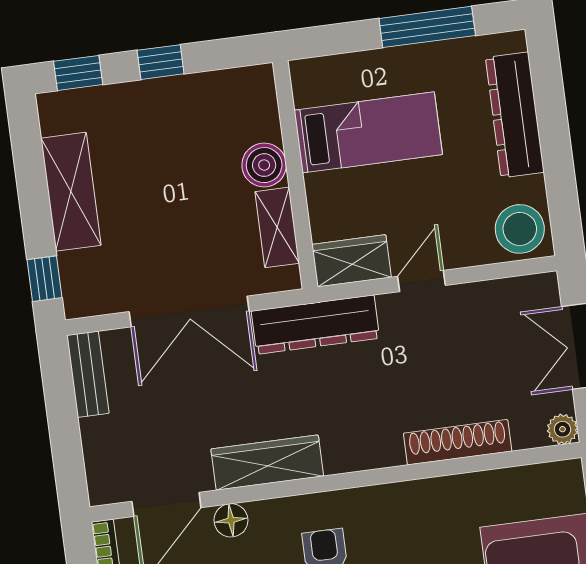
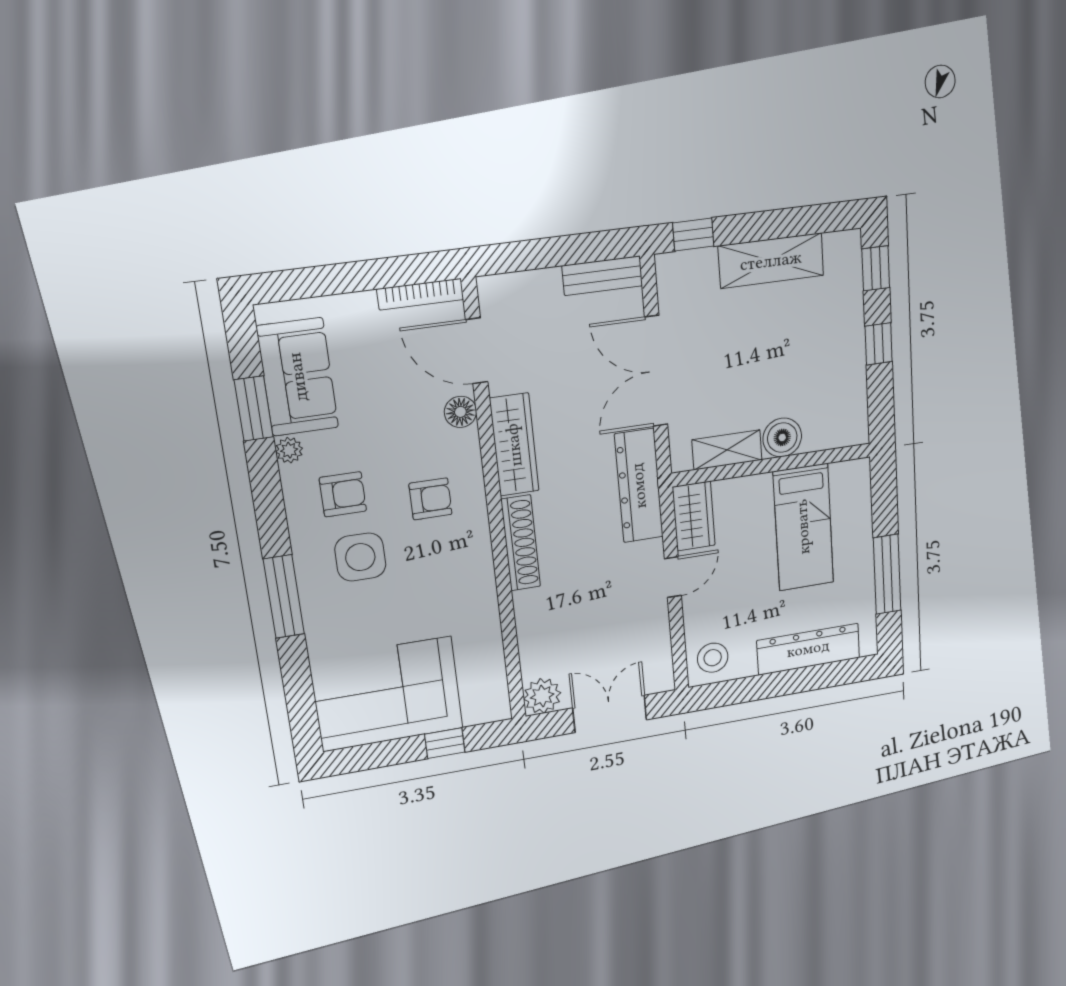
stool: (520, 229) -> (713, 658), width x0.73, depth x0.73
door: (422, 281) -> (673, 577), hinge flipped
plant: (562, 429) -> (542, 696), width x1.38, depth x1.38
shoe rack: (458, 442) -> (521, 543), moved

